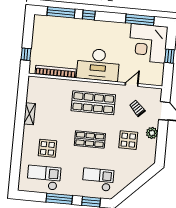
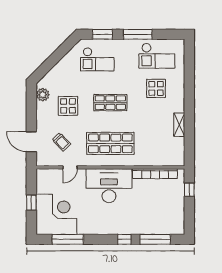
plant: (152, 133) -> (43, 95), moved

